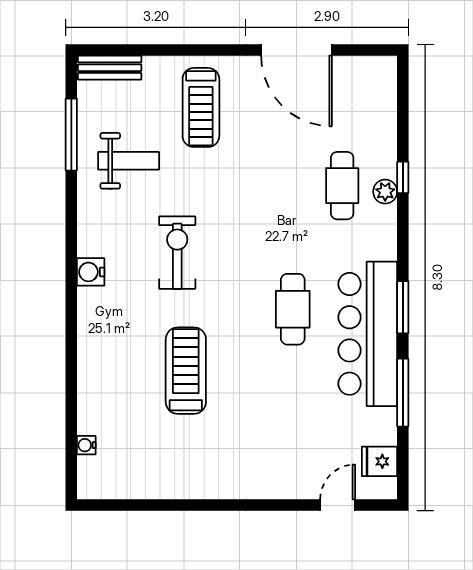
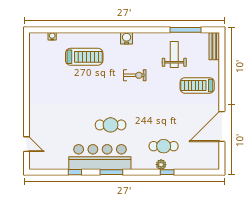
weight bench: (129, 161) -> (174, 54), turned 180
exercise bike: (177, 253) -> (135, 75), width x0.73, depth x0.72
treadmill: (186, 371) -> (84, 57), moved
window: (403, 393) -> (75, 172), width x0.46
fridge: (379, 461) -> (45, 162), removed

